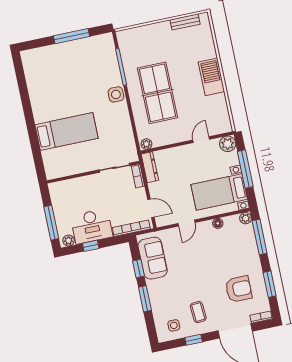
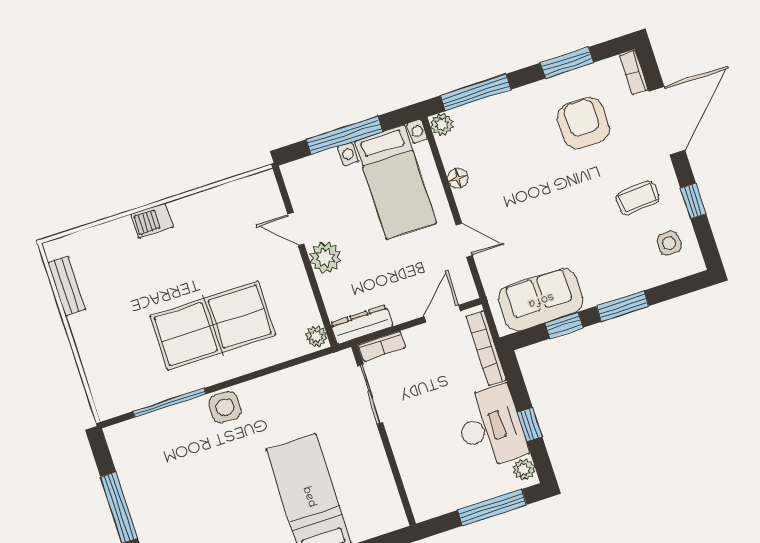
barbecue: (211, 77) -> (152, 221), width x0.53, depth x0.65
plant: (228, 144) -> (325, 257), moved

